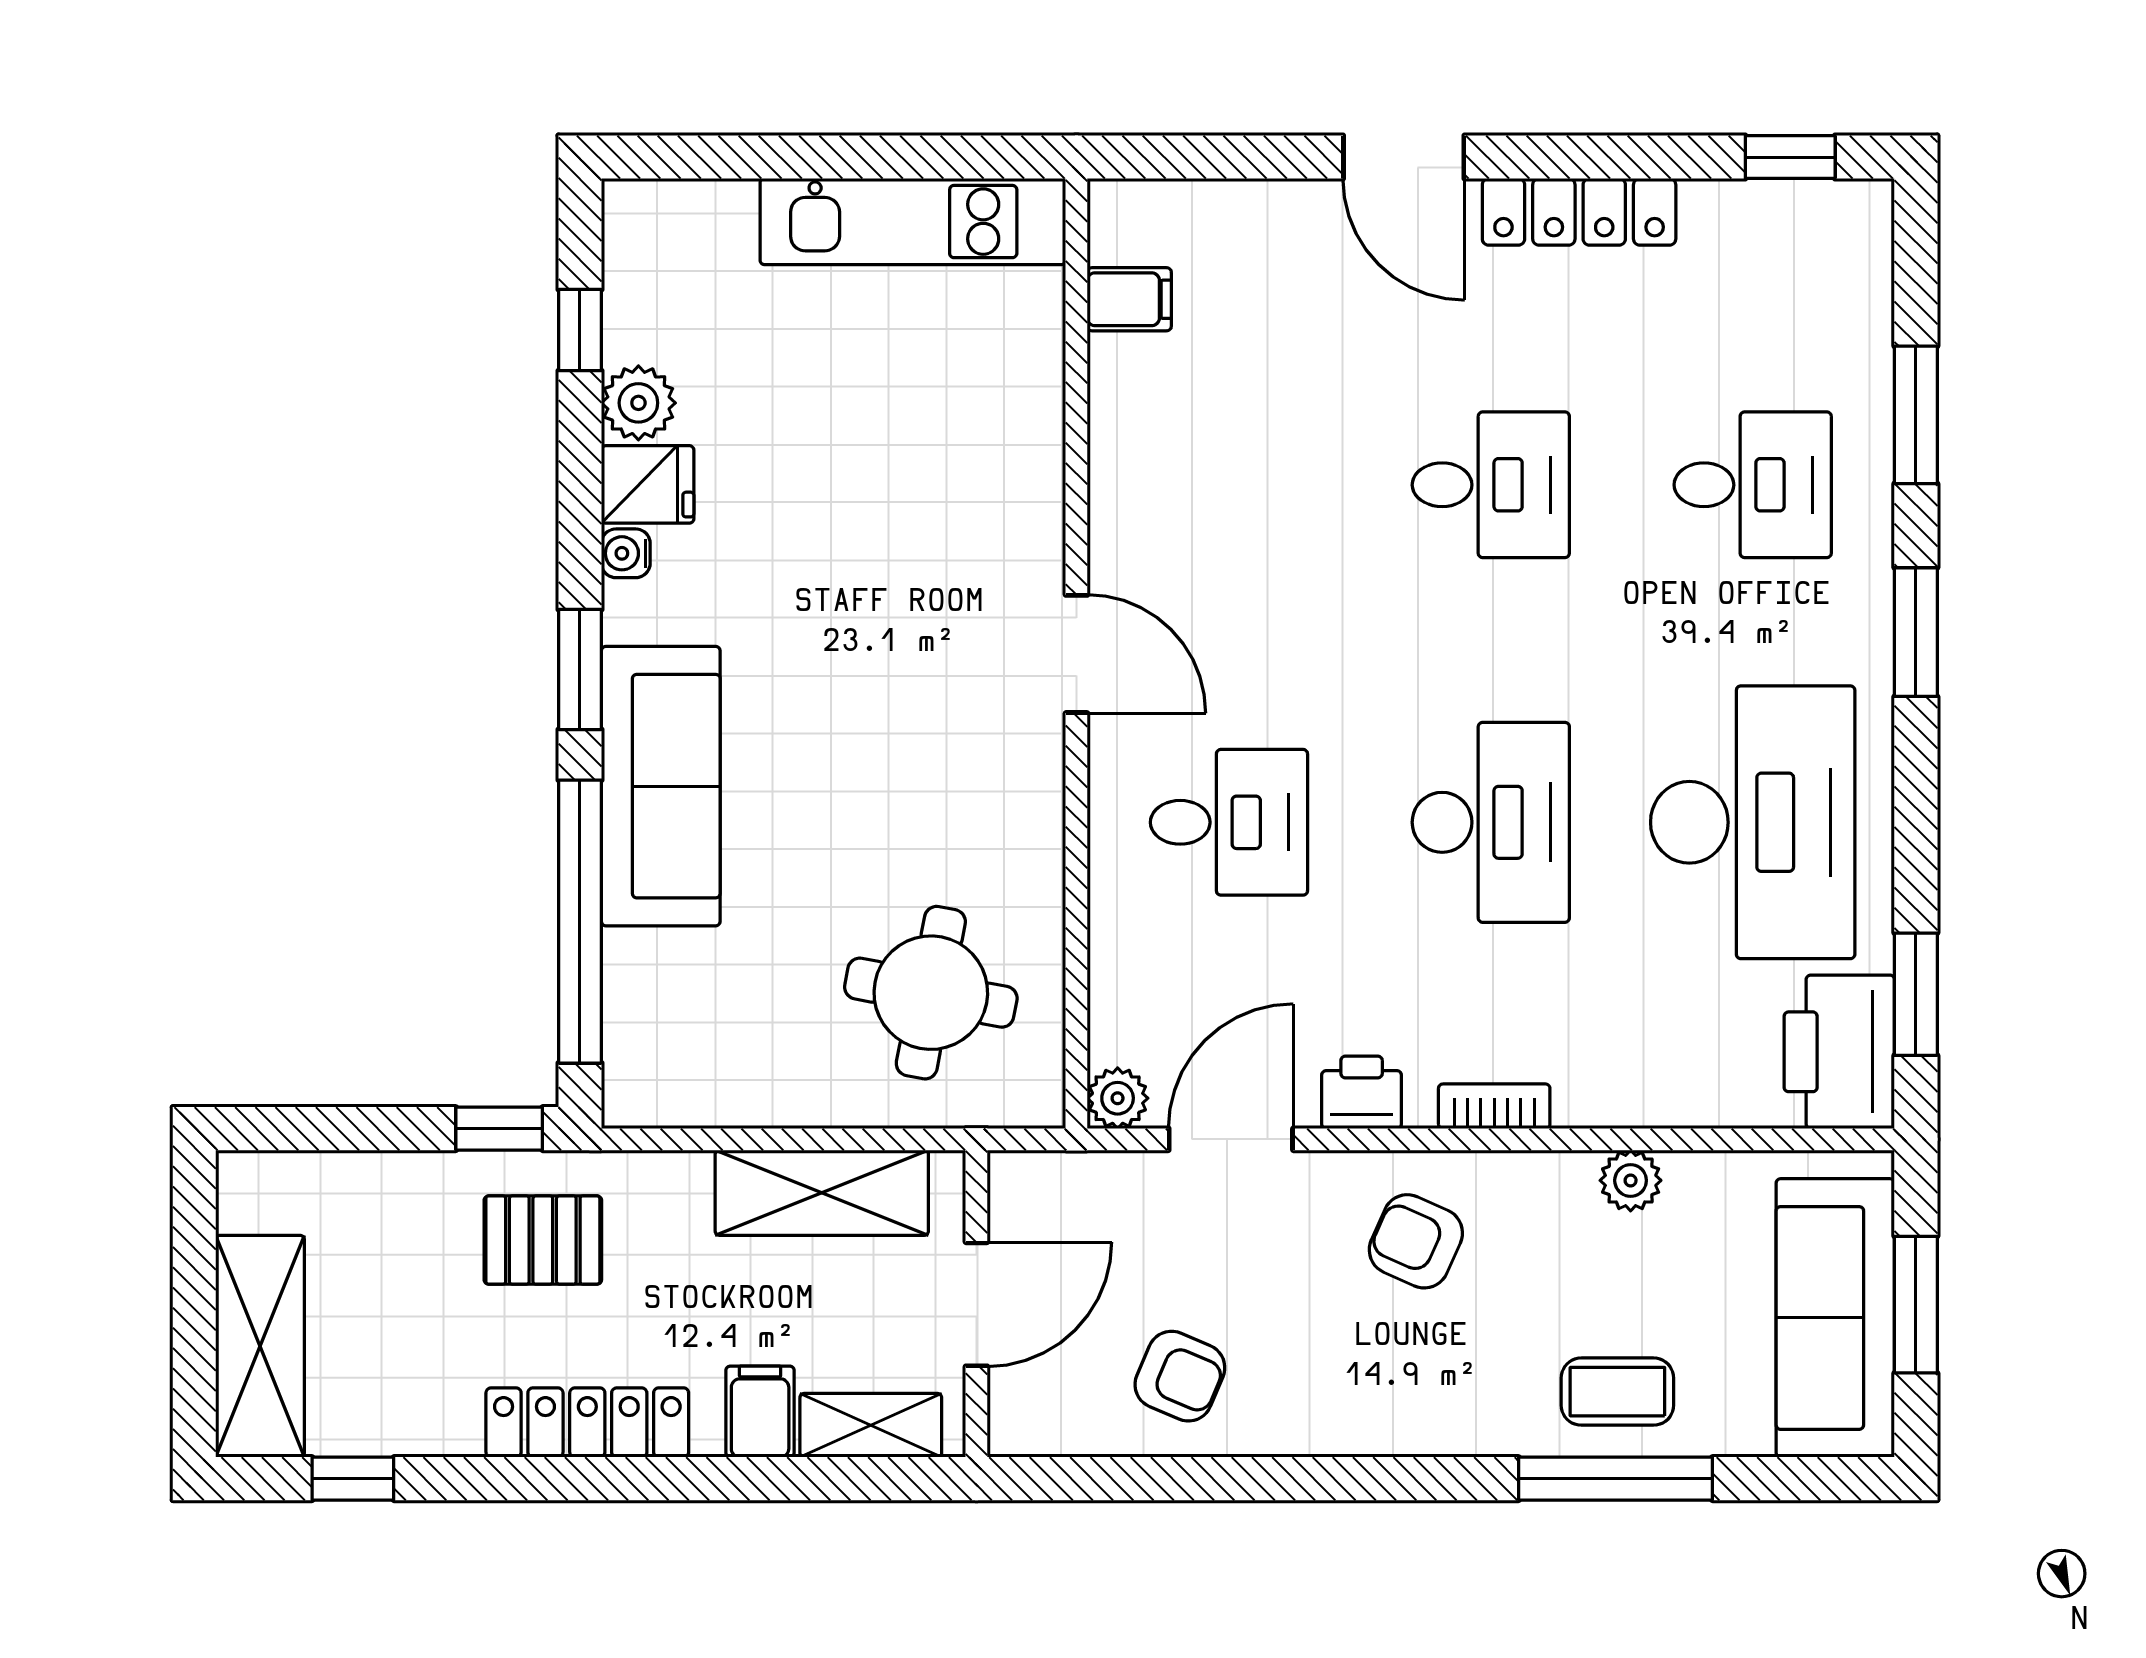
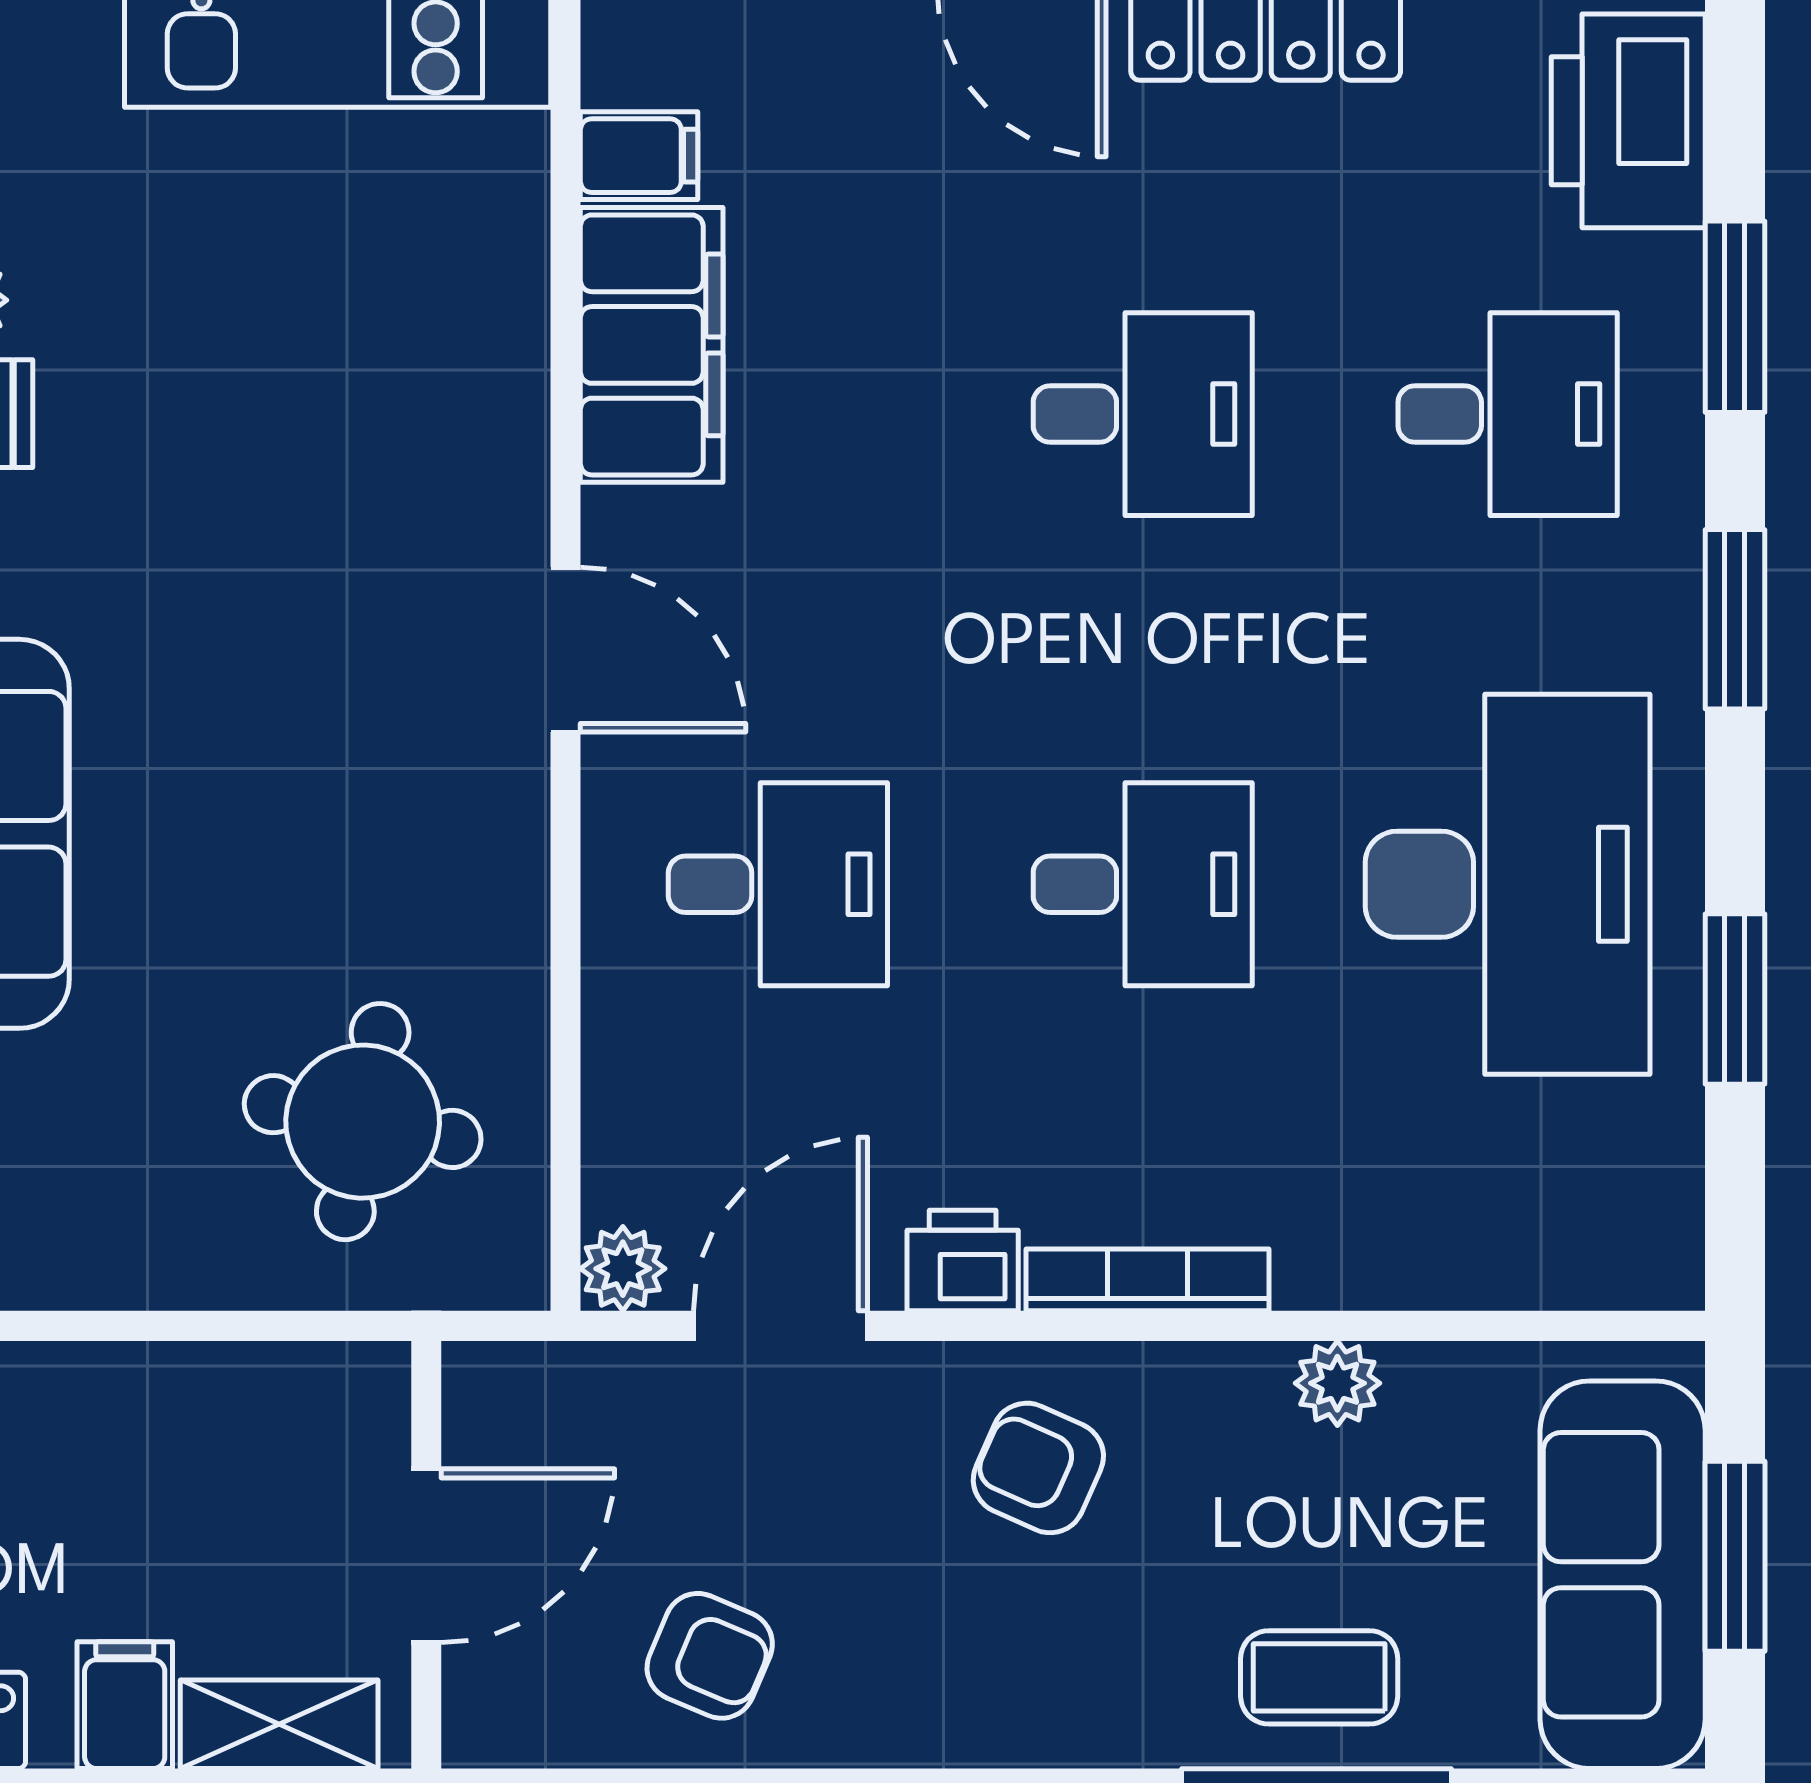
filing cabinet: (1138, 435) -> (652, 345), added
desk: (1491, 822) -> (1143, 884), width x0.73
window: (1916, 994) -> (1735, 999), moved
printer: (1839, 1052) -> (1628, 121), moved
bookcase: (1494, 1106) -> (1148, 1280), width x1.56
shelving: (822, 1193) -> (211, 1400), removed

